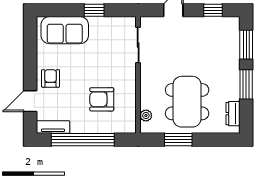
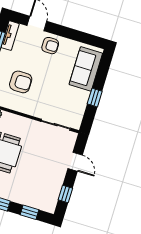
window: (246, 45) -> (29, 212), width x0.67
armchair: (102, 99) -> (21, 82), turned 90

